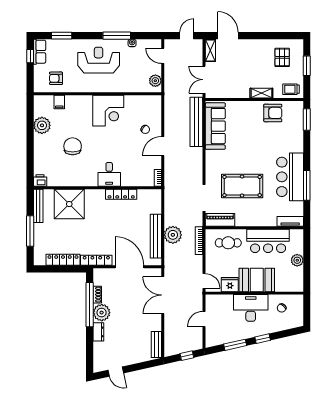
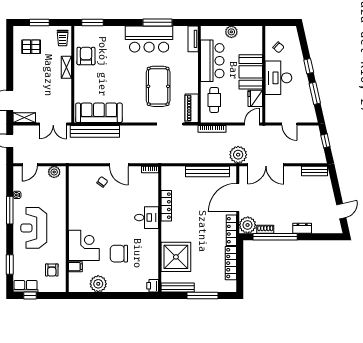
corner desk: (108, 111) -> (84, 245), moved
plant: (173, 235) -> (238, 155), moved
plant: (102, 313) -> (248, 225), moved

